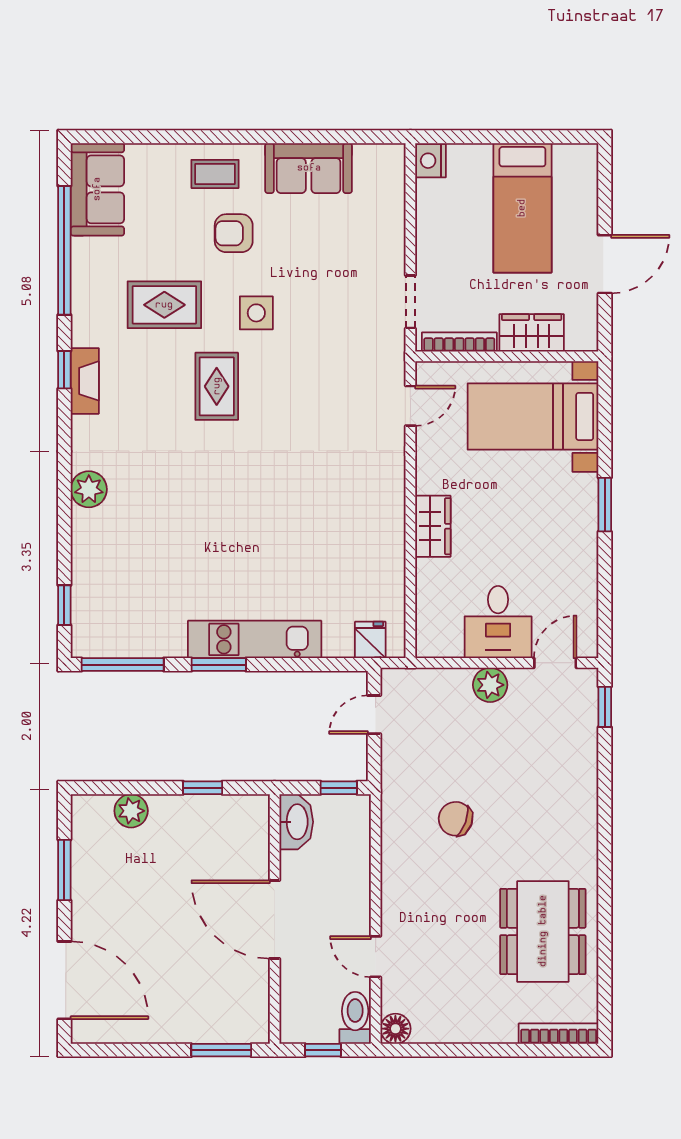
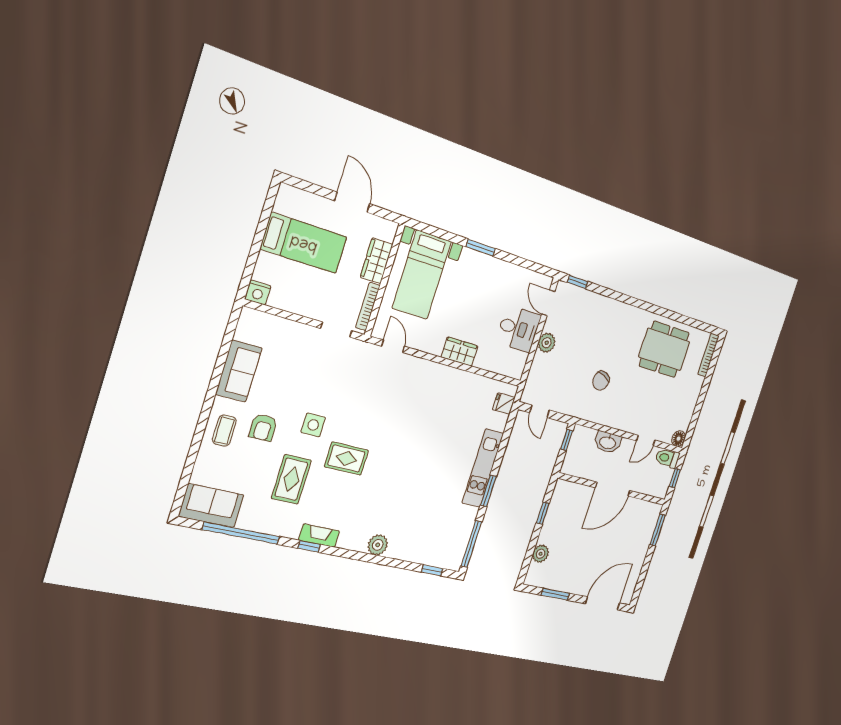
washbasin: (296, 822) -> (608, 442), moved, turned 180

